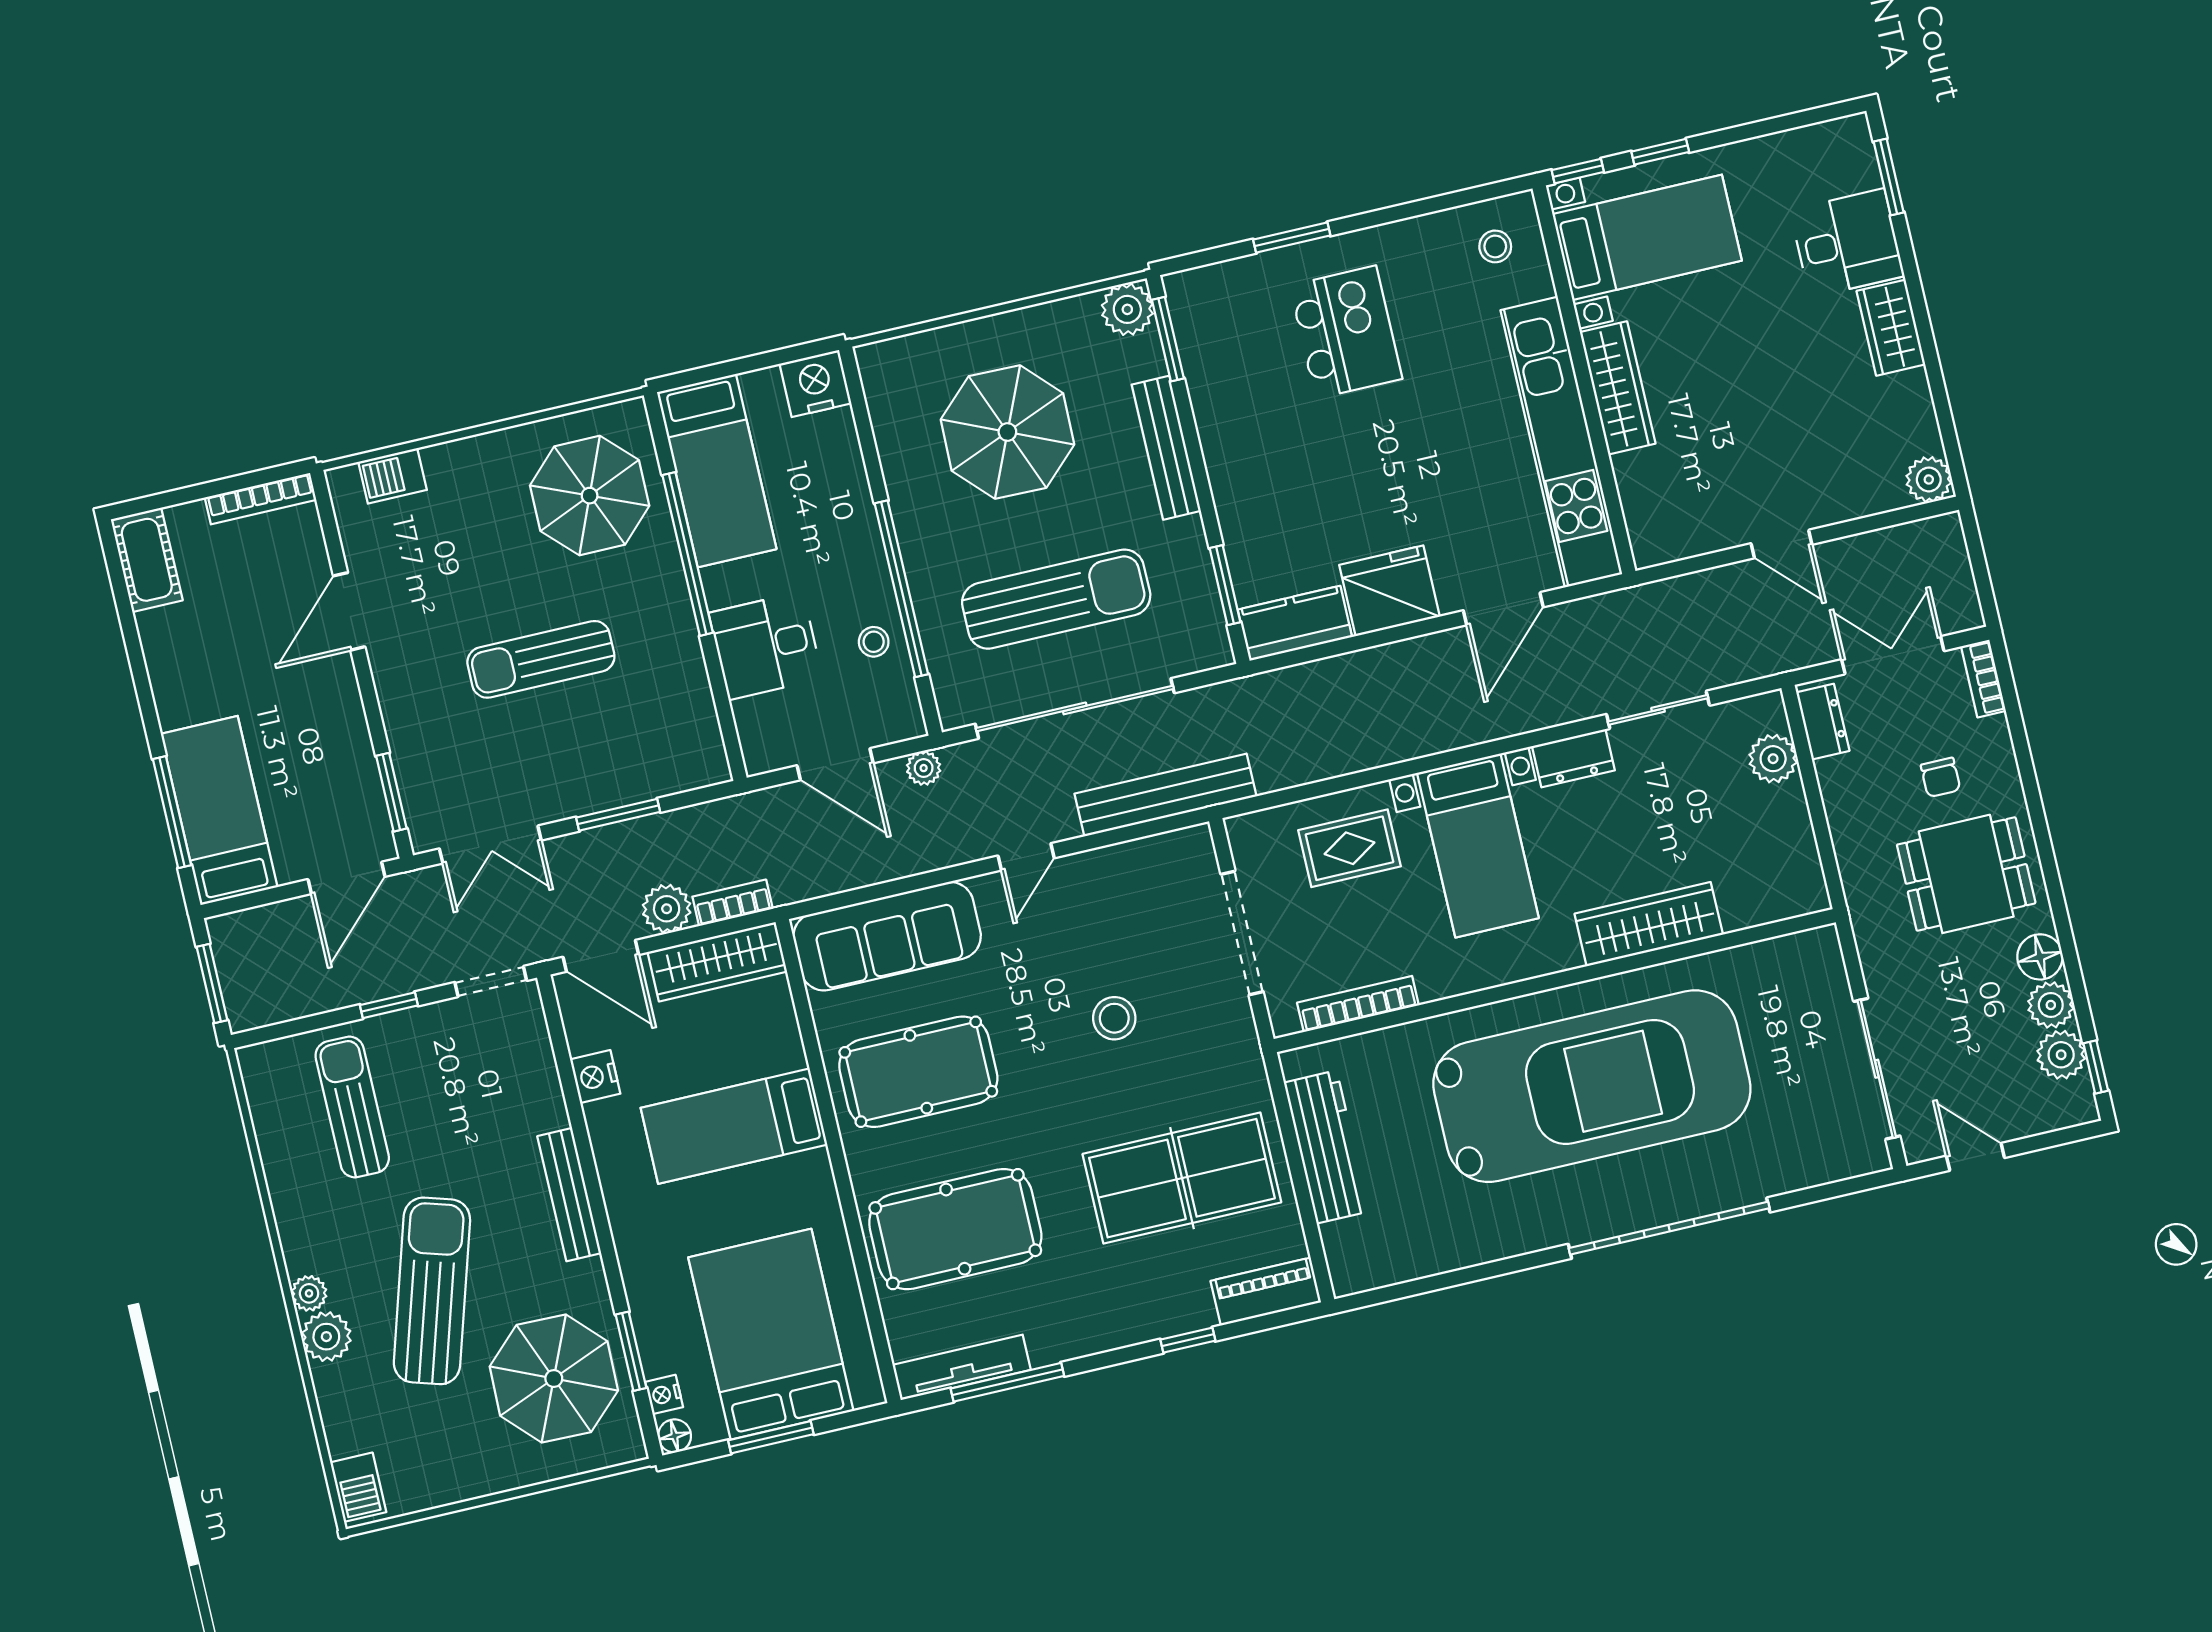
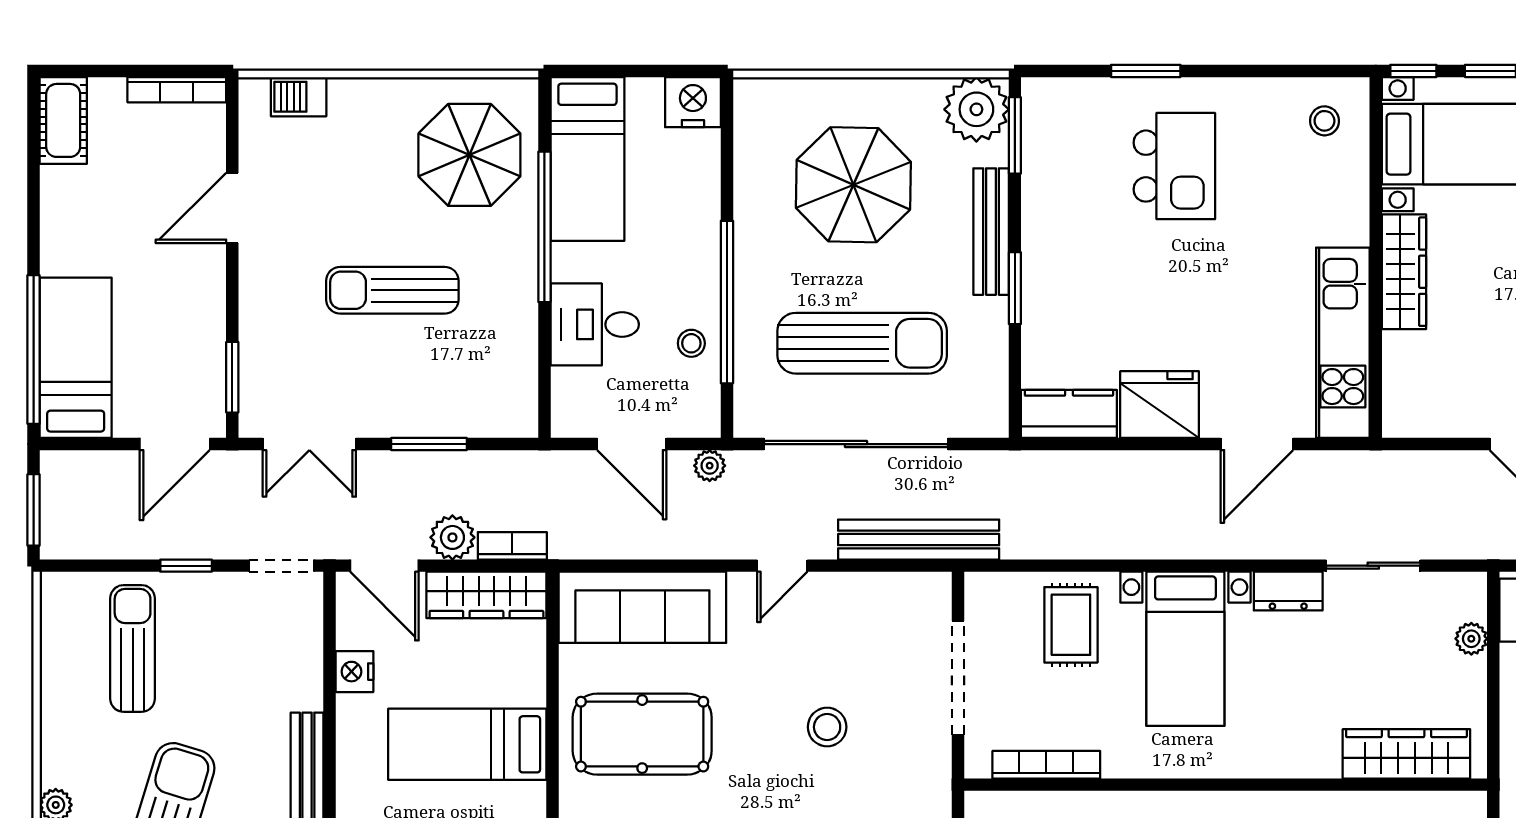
plant: (1127, 309) -> (976, 109), width x1.36, depth x1.36
kitchen unit: (1561, 442) -> (1343, 343), width x0.73
window: (1225, 585) -> (1015, 288), moved
plant: (1773, 759) -> (1471, 639), width x0.73, depth x0.73
window: (172, 812) -> (34, 350), width x1.46
rug: (1349, 848) -> (1071, 625), turned 90
wardrobe: (1649, 924) -> (1406, 754), moved

